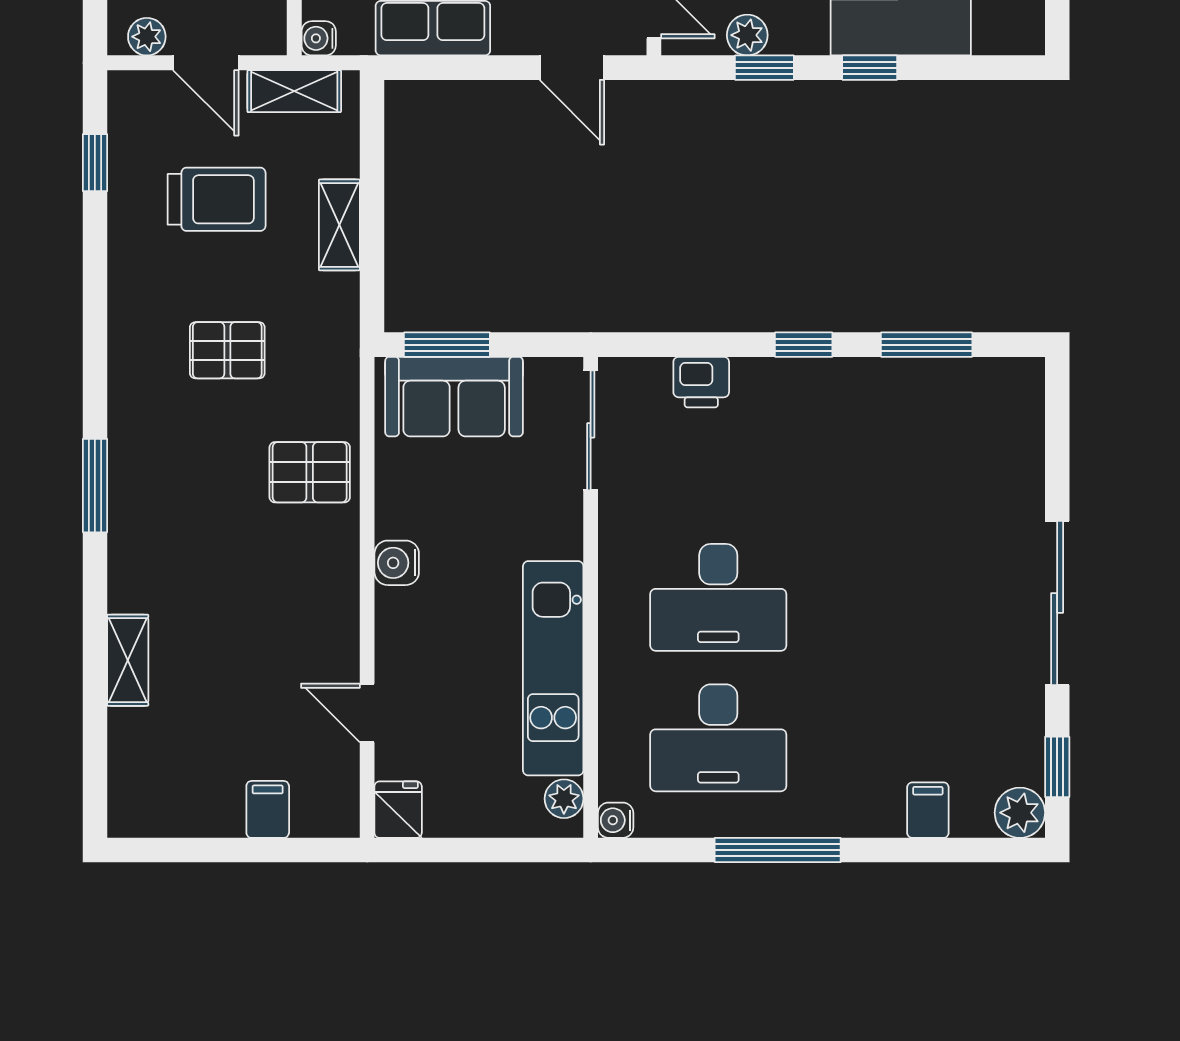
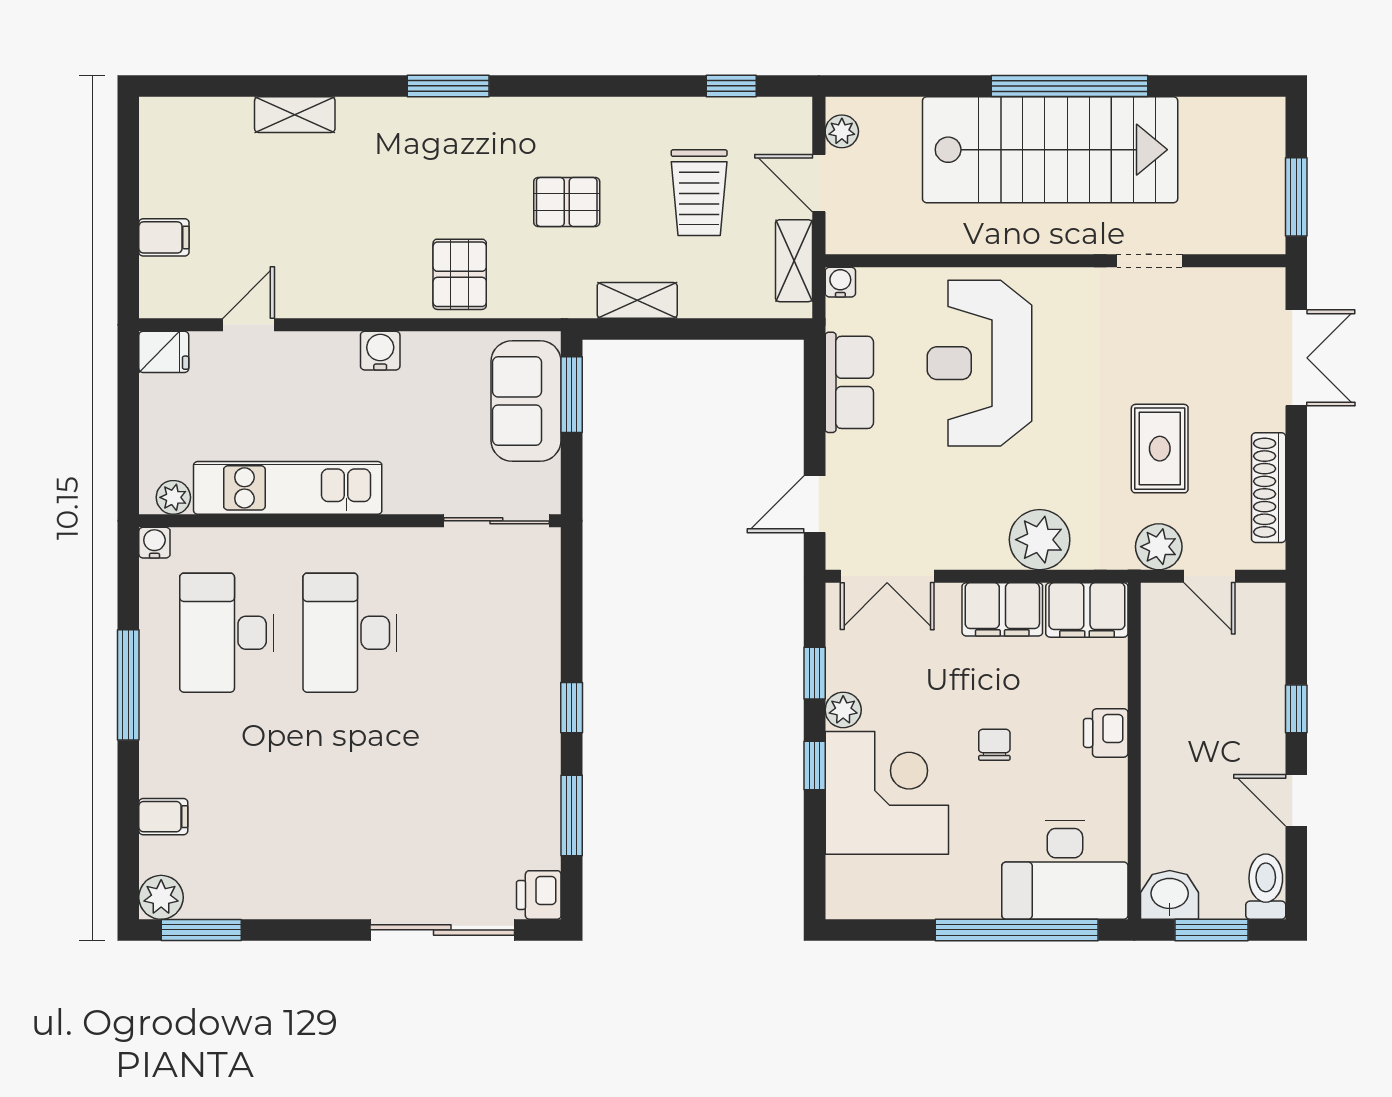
plant: (747, 35) -> (843, 710), moved
door: (206, 63) -> (819, 183), hinge flipped
shelving: (339, 225) -> (637, 300), moved
pallet: (227, 350) -> (567, 202), turned 90
printer: (701, 382) -> (539, 895), moved
sliding door: (1057, 603) -> (442, 930), moved
window: (1057, 767) -> (201, 930), width x1.50

